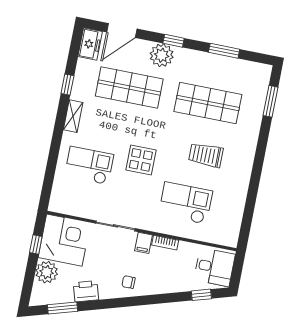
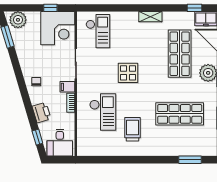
window: (67, 85) -> (194, 8), moved
shop shelf: (208, 103) -> (180, 114), turned 90
trolley: (206, 155) -> (133, 129), moved
checkout: (89, 165) -> (98, 31), moved
plant: (47, 272) -> (18, 20), moved
printer: (86, 291) -> (41, 113), moved

